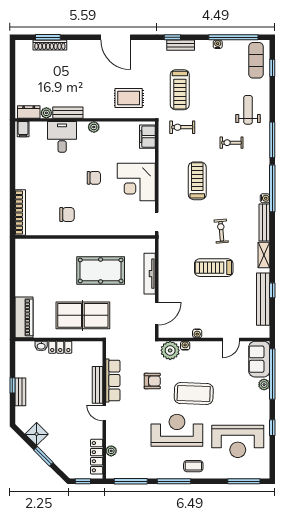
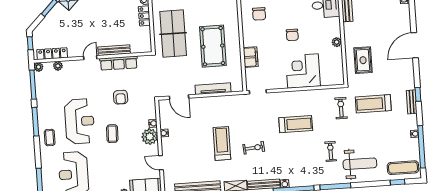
weight bench: (248, 110) -> (360, 164), width x1.36, depth x1.33
plant: (94, 127) -> (337, 42), moved
filing cabinet: (147, 137) -> (251, 57), moved, turned 90
corner desk: (136, 182) -> (303, 71), moved
plant: (170, 350) -> (150, 137), moved
coffee table: (194, 393) -> (112, 134), width x0.54, depth x0.58
plant: (111, 473) -> (39, 67), added

